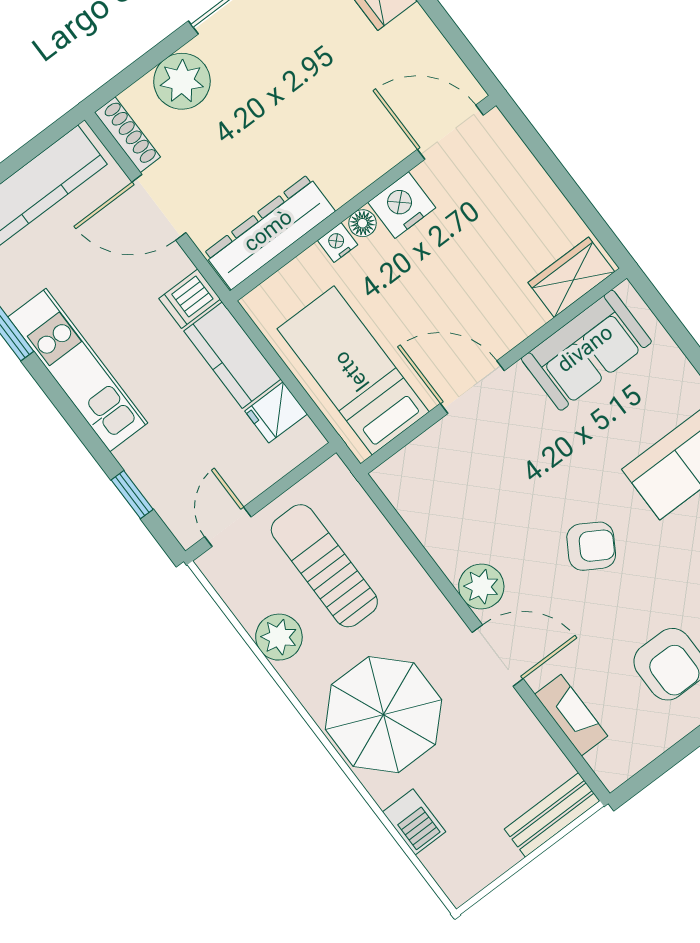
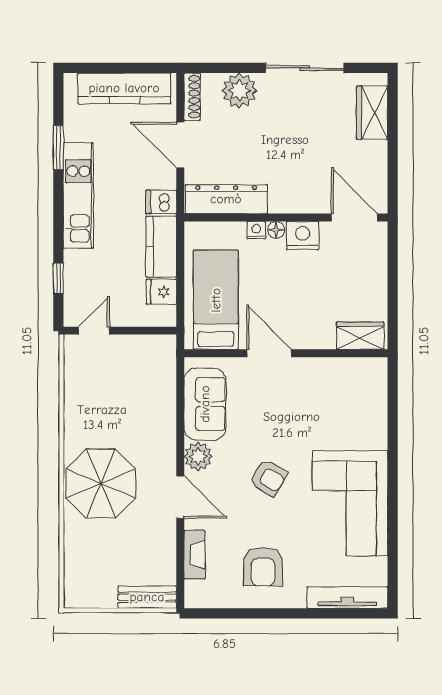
sofa: (586, 350) -> (205, 404), moved, turned -90
sun lounger: (324, 566) -> (128, 387), removed
plant: (279, 637) -> (78, 405), removed
barbecue: (414, 822) -> (75, 549), removed

